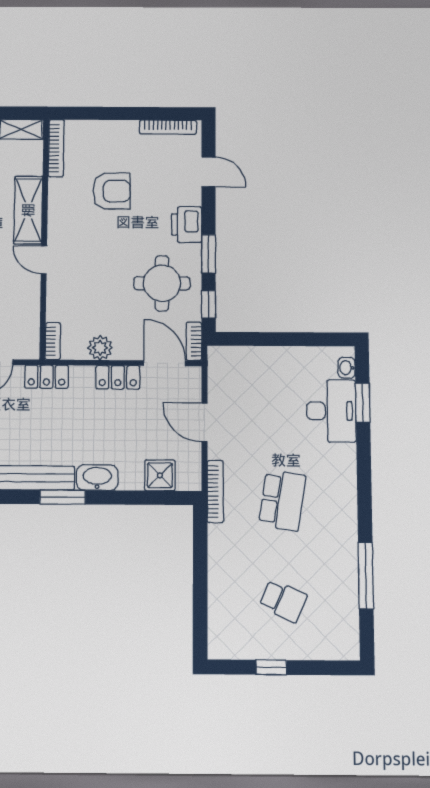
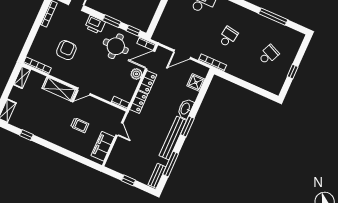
plant: (100, 348) -> (136, 74), moved
locker: (46, 377) -> (139, 102), moved
school desk: (282, 500) -> (228, 37), width x0.54

